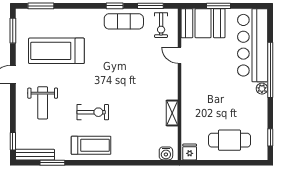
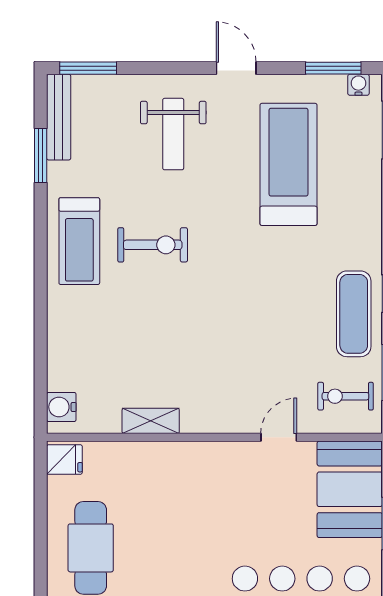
water cooler: (20, 19) -> (358, 85), added
weight bench: (43, 103) -> (173, 134), turned -90
exercise bike: (93, 112) -> (153, 245), turned -90
window: (13, 141) -> (88, 68), width x1.50

